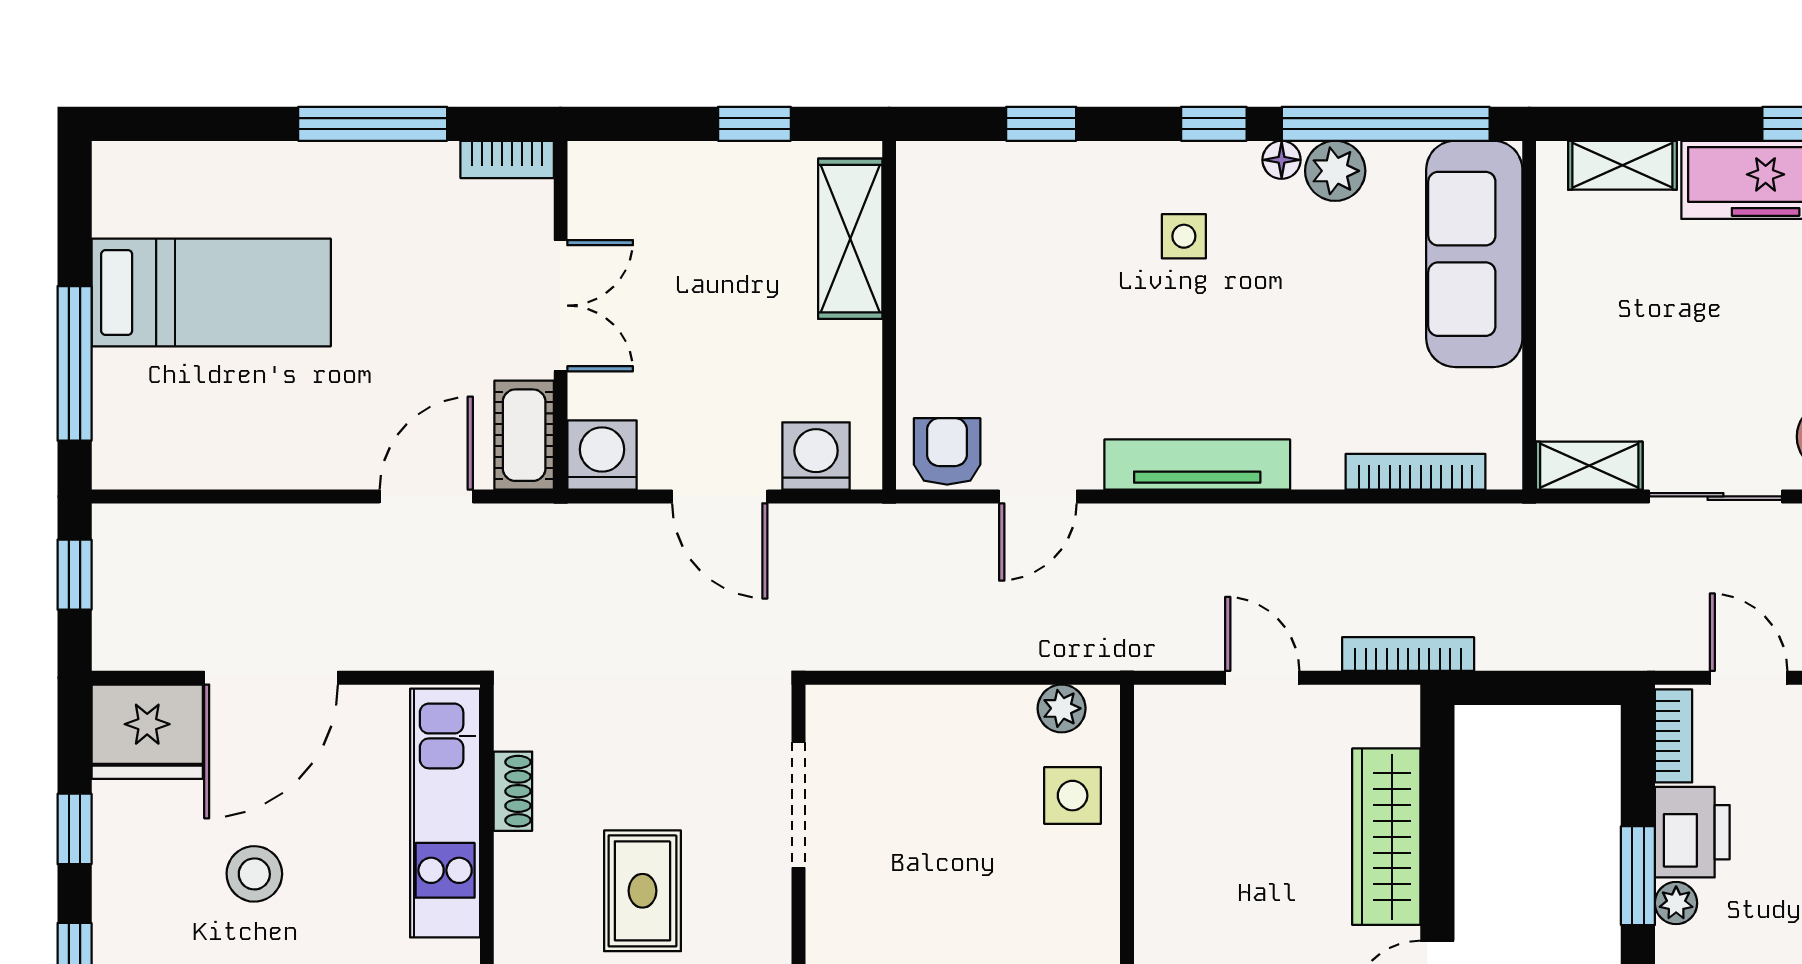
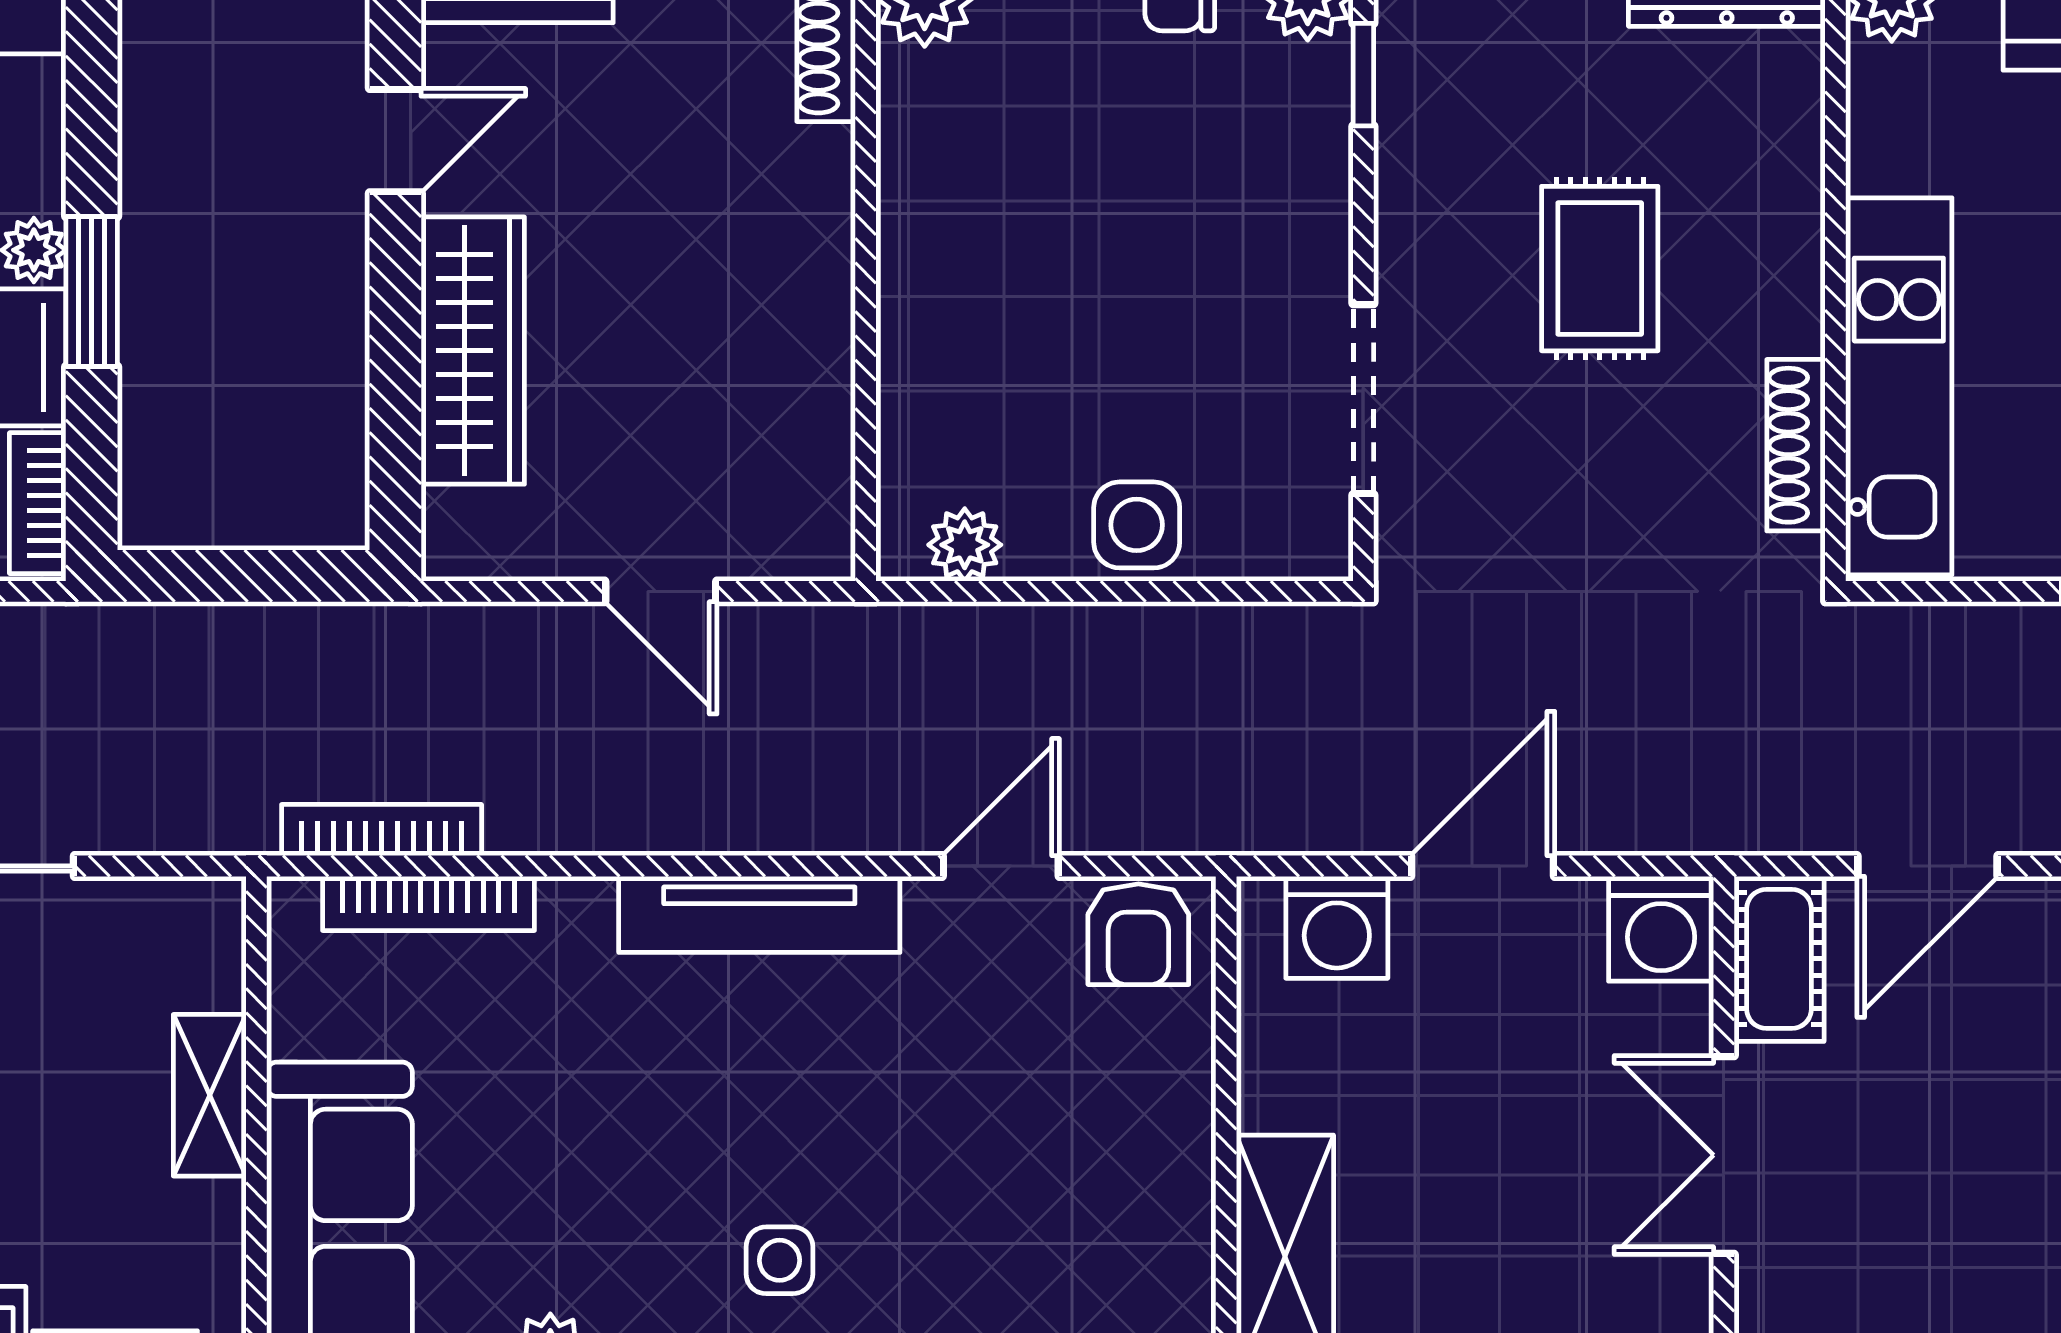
shelving: (1589, 466) -> (210, 1095), moved, turned 90
door: (720, 496) -> (1483, 866), hinge flipped
bookcase: (1408, 654) -> (382, 830), moved, turned 180
shoe rack: (513, 791) -> (1796, 445), width x1.43
side table: (1073, 796) -> (1137, 525), moved

